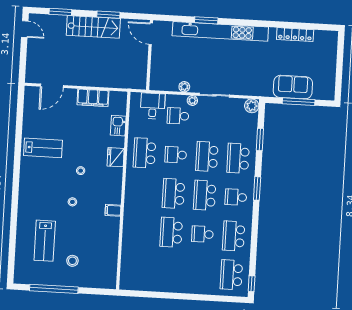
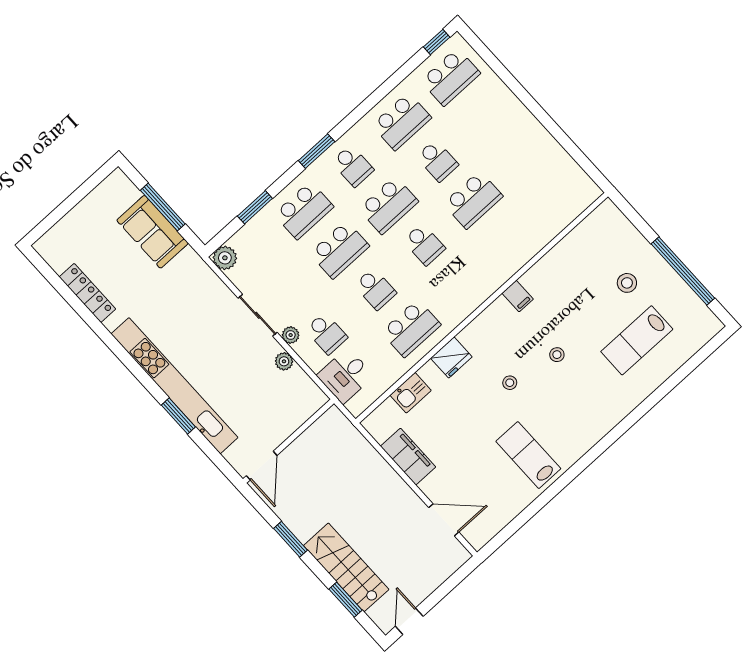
stairs: (93, 27) -> (346, 567), moved
school desk: (173, 194) -> (424, 245), width x0.54
lab bench: (45, 241) -> (637, 340), turned 180

